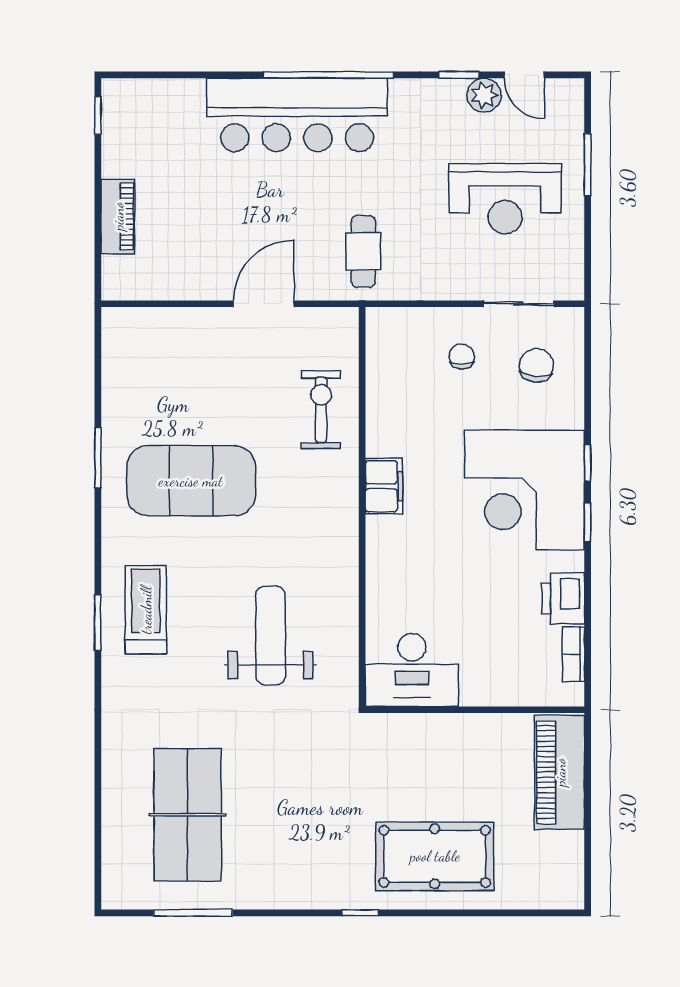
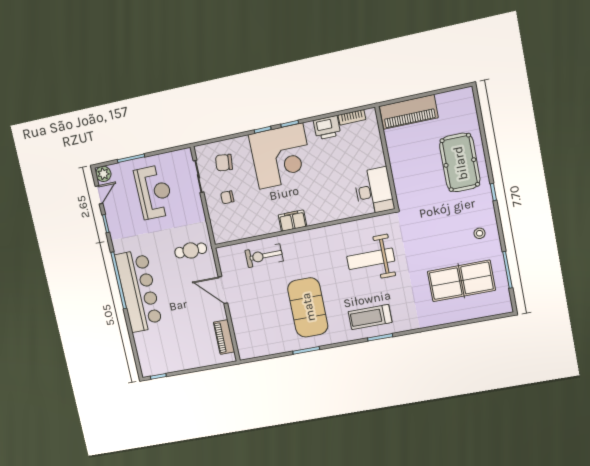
plant: (484, 95) -> (103, 174), moved
piano: (118, 216) -> (224, 337), moved, turned -90
stool: (280, 870) -> (480, 233), added

